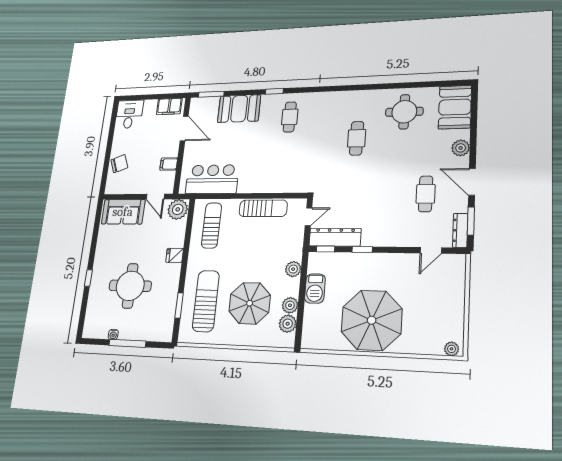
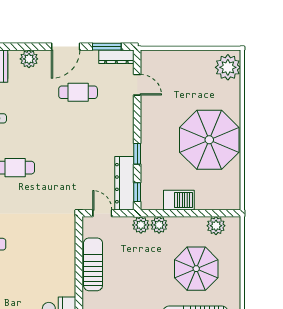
plant: (290, 305) -> (141, 225), moved
plant: (451, 349) -> (228, 67), width x1.88, depth x1.88

